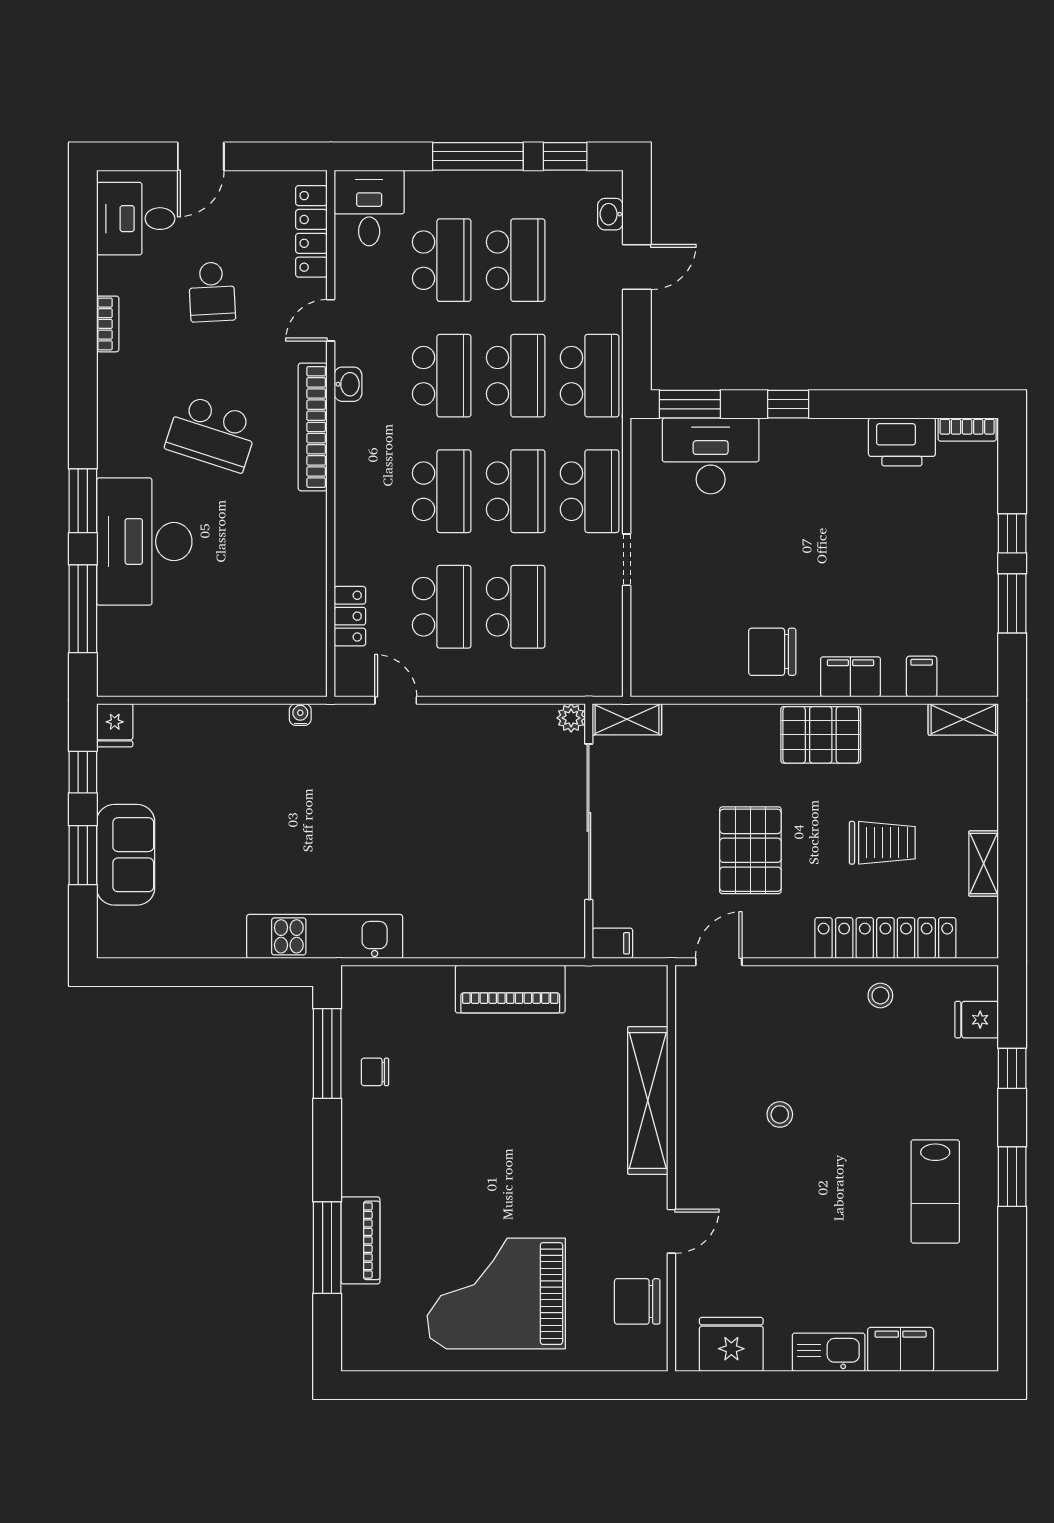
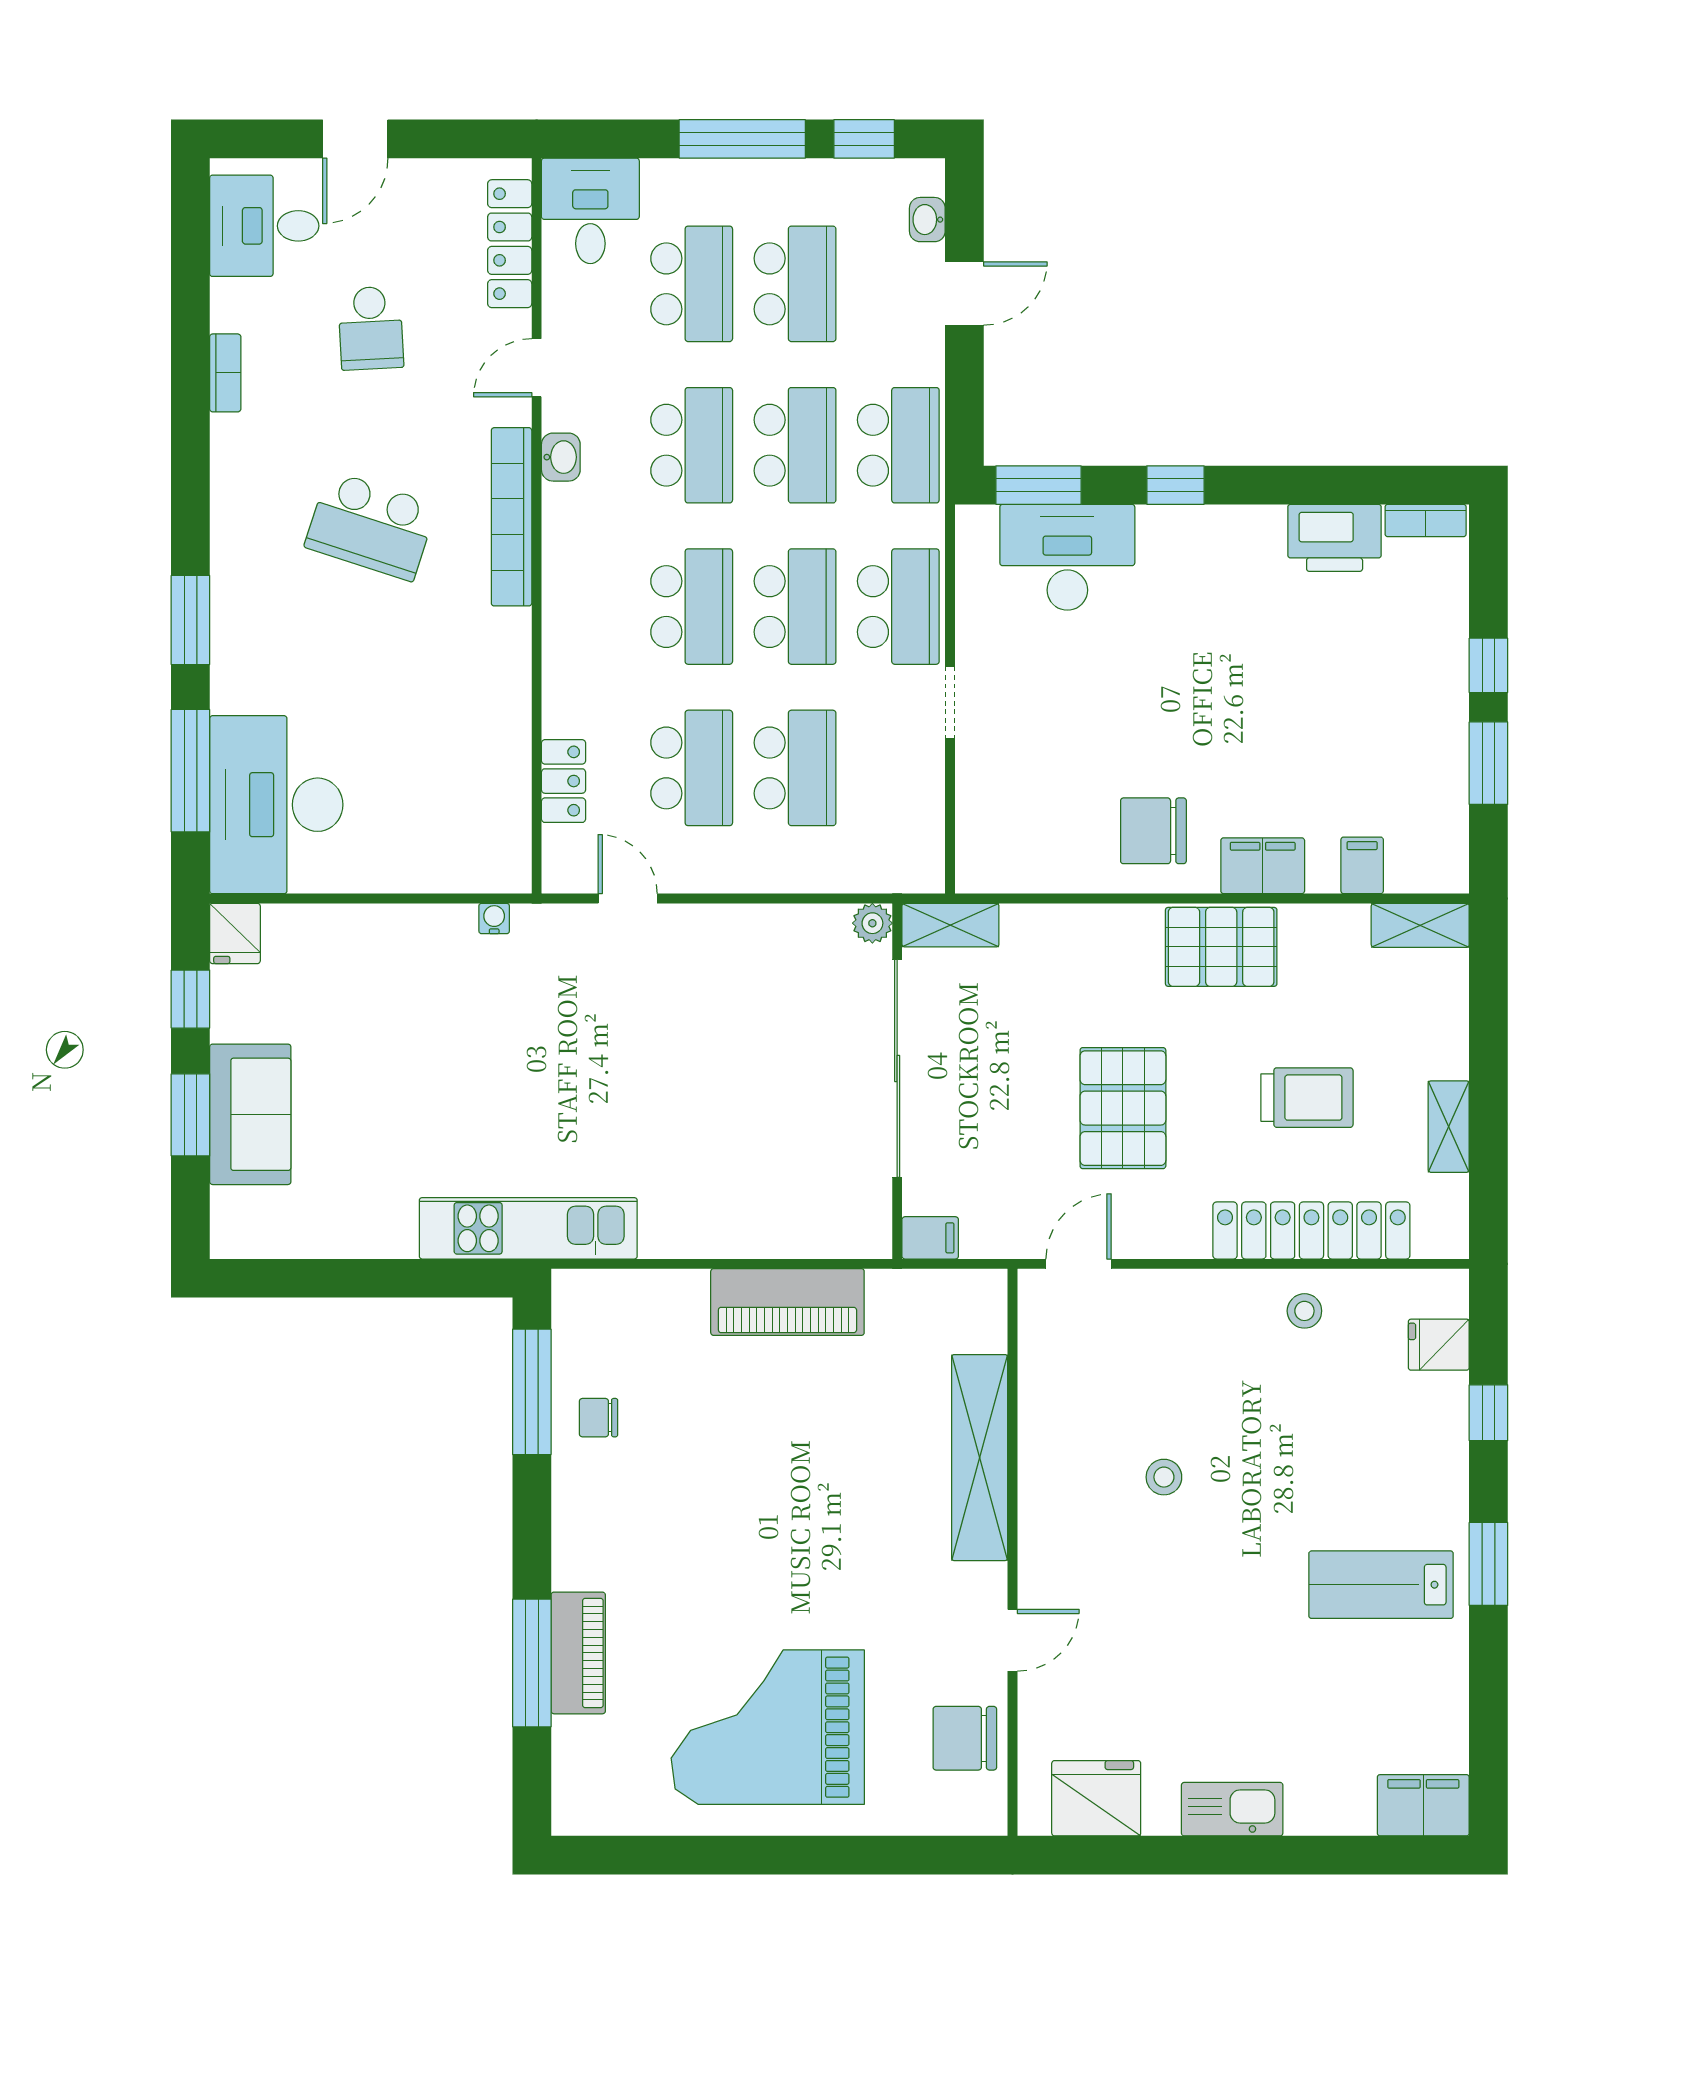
desk: (144, 542) -> (276, 805), moved
lab bench: (935, 1191) -> (1381, 1585), turned 90
filing cabinet: (901, 1349) -> (1423, 1805), moved

